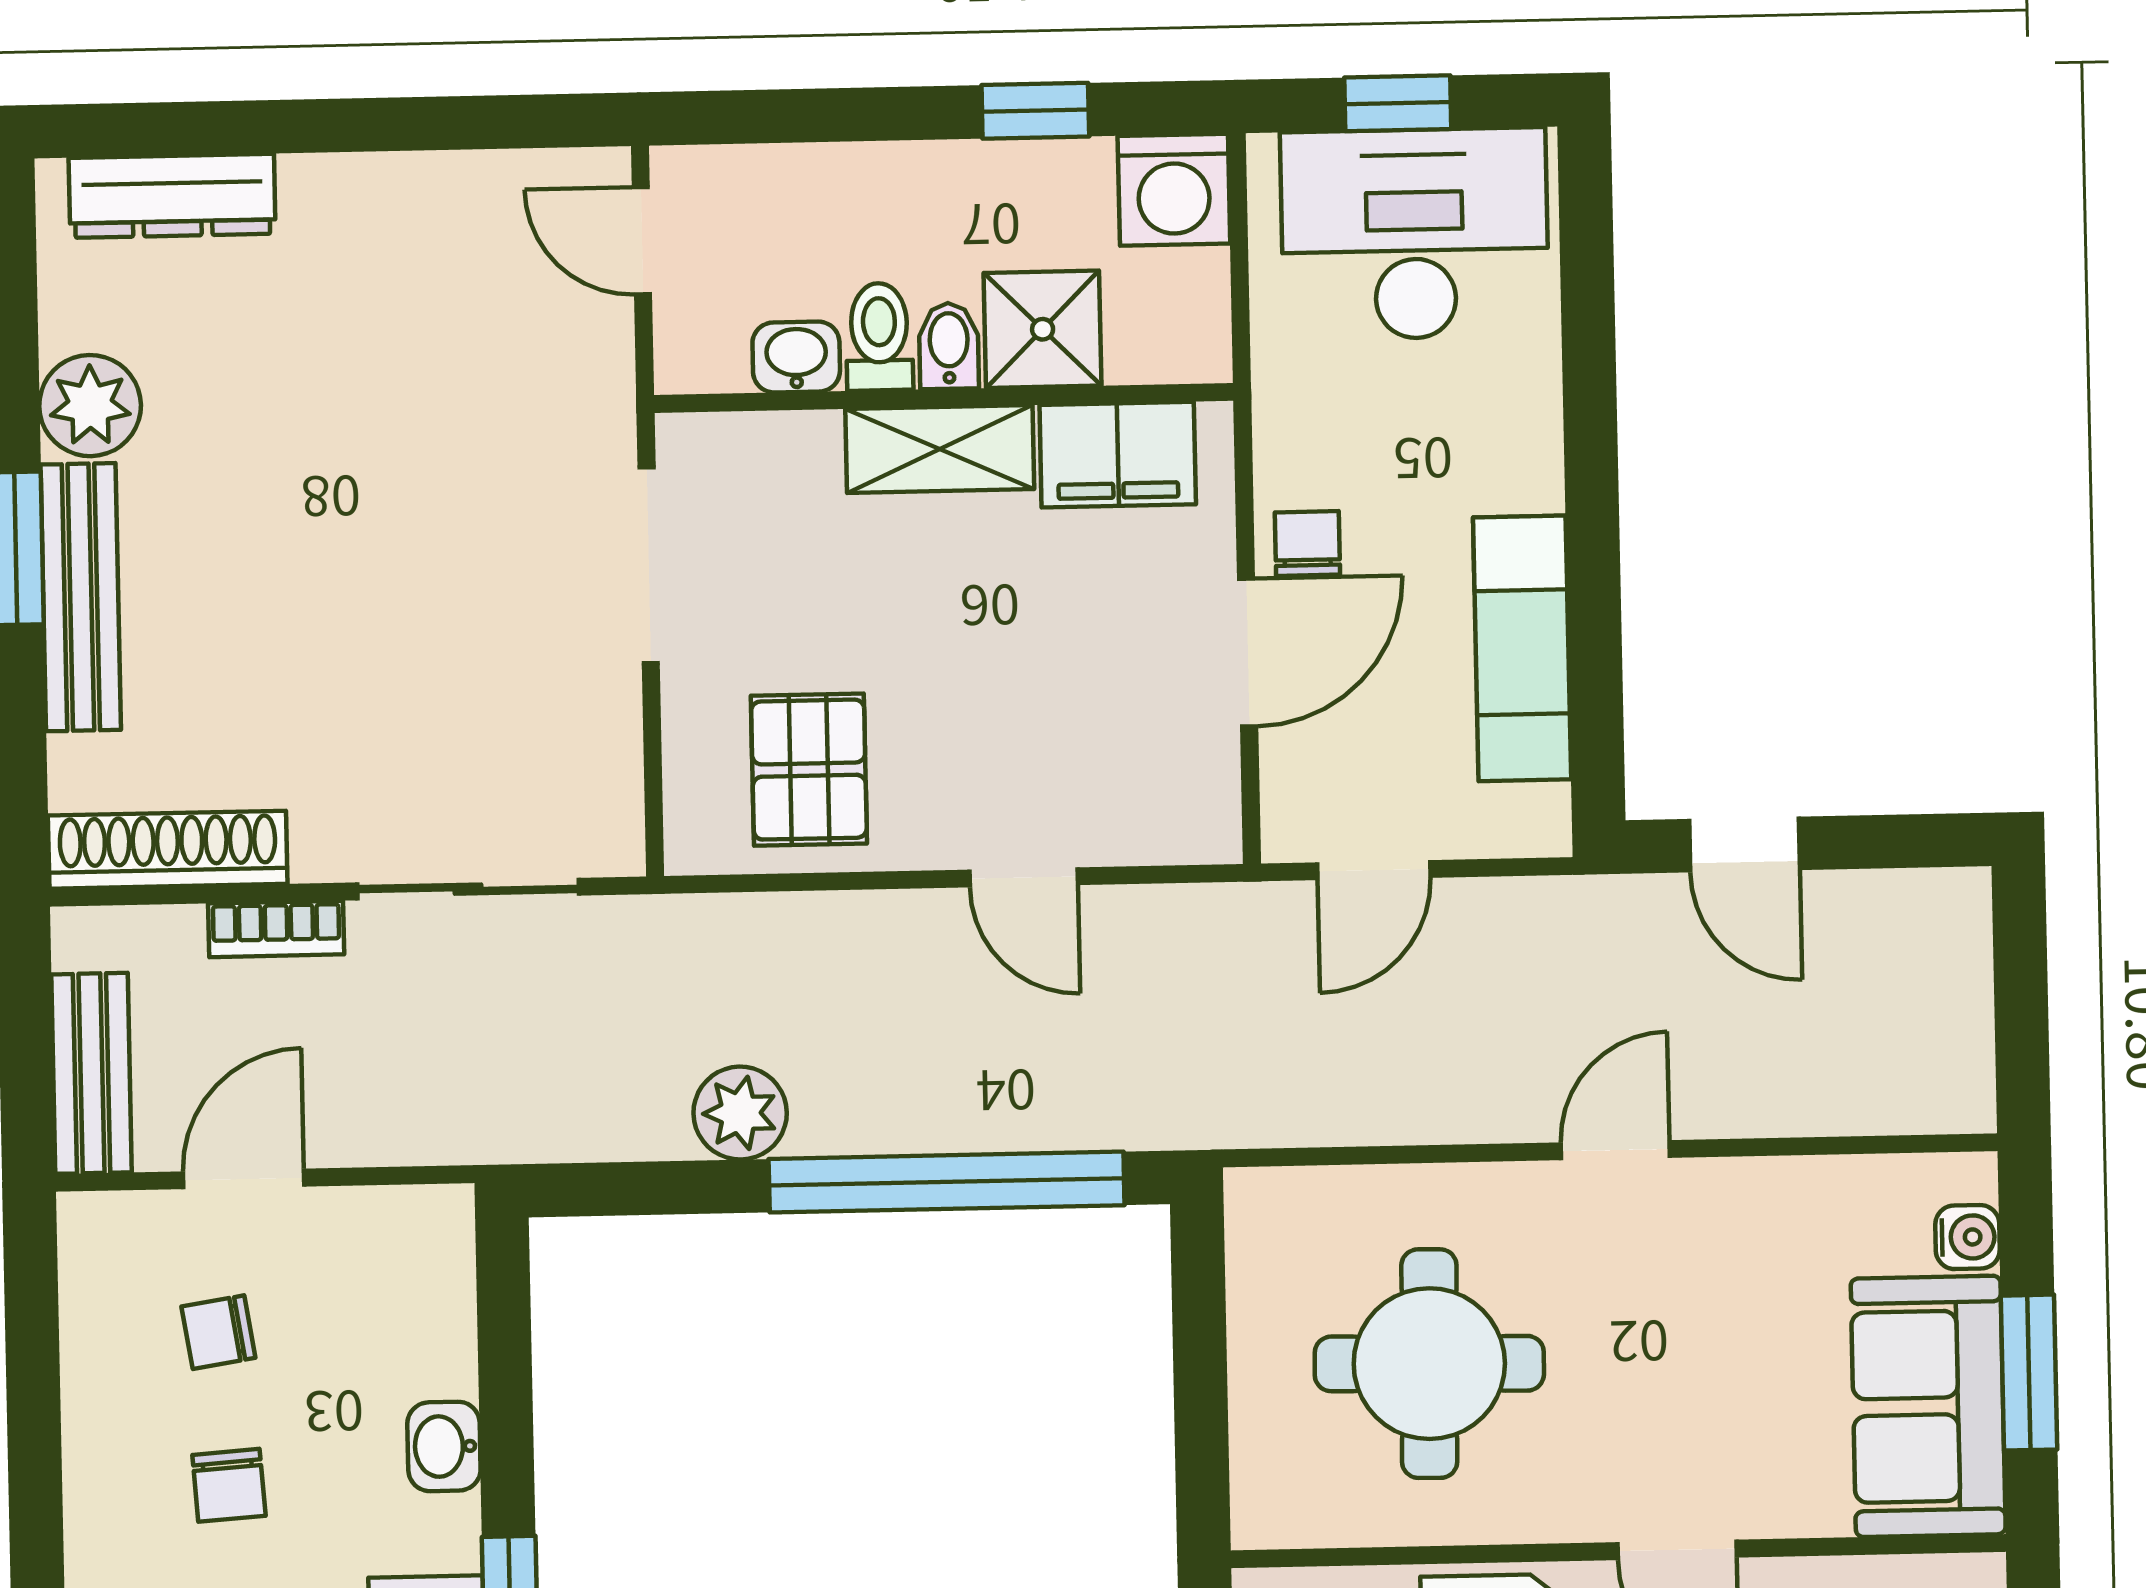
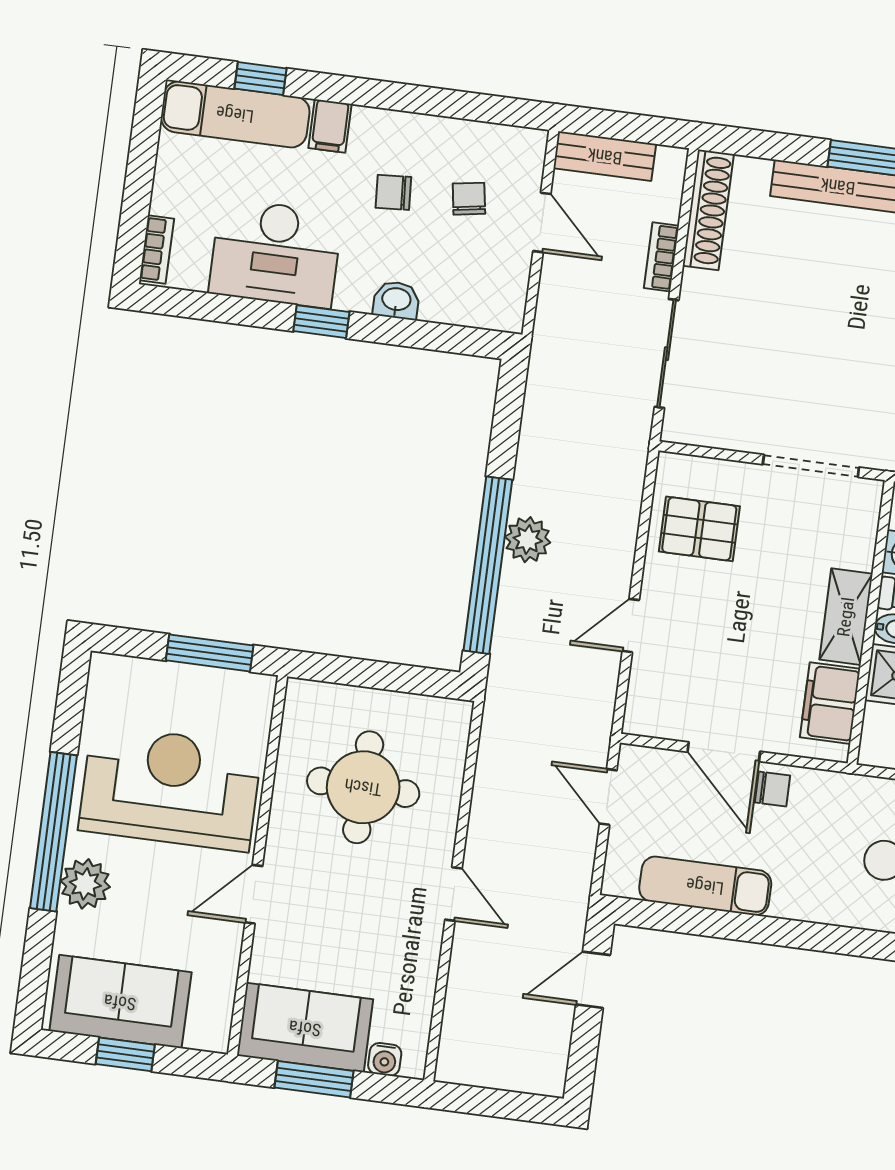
plant: (740, 1113) -> (528, 540), moved

